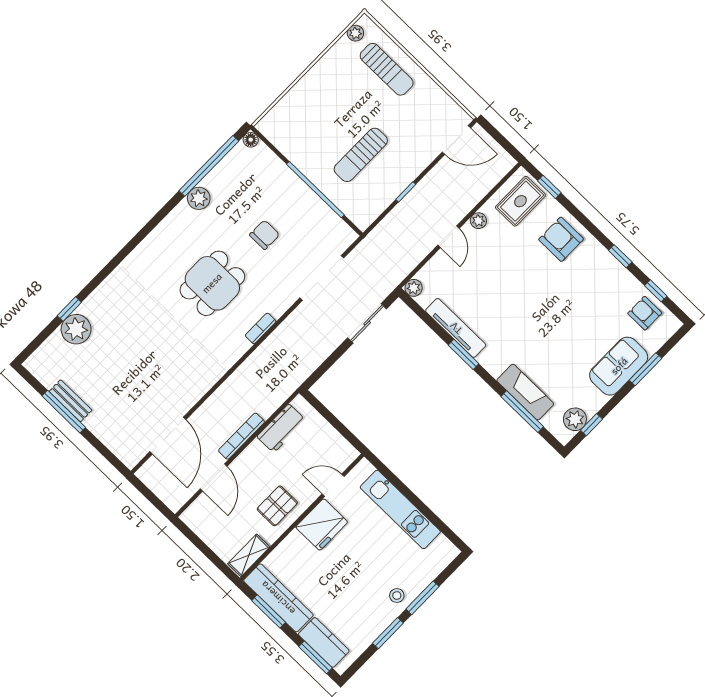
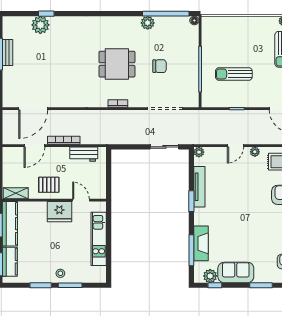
sofa: (619, 366) -> (236, 272), moved

